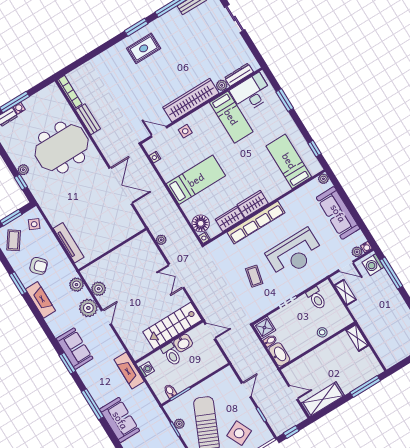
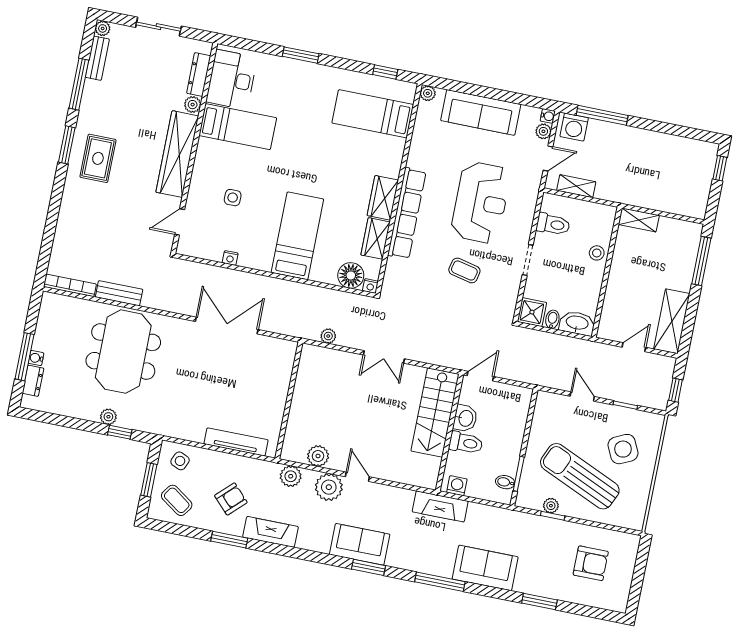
dresser: (239, 75) -> (199, 74), moved
plant: (222, 85) -> (193, 105), moved
desk: (251, 93) -> (232, 80), moved
wardrobe: (191, 100) -> (177, 154), moved
wall: (201, 106) -> (194, 148), moved
bed: (231, 117) -> (238, 127), moved
door: (159, 132) -> (180, 222), moved

